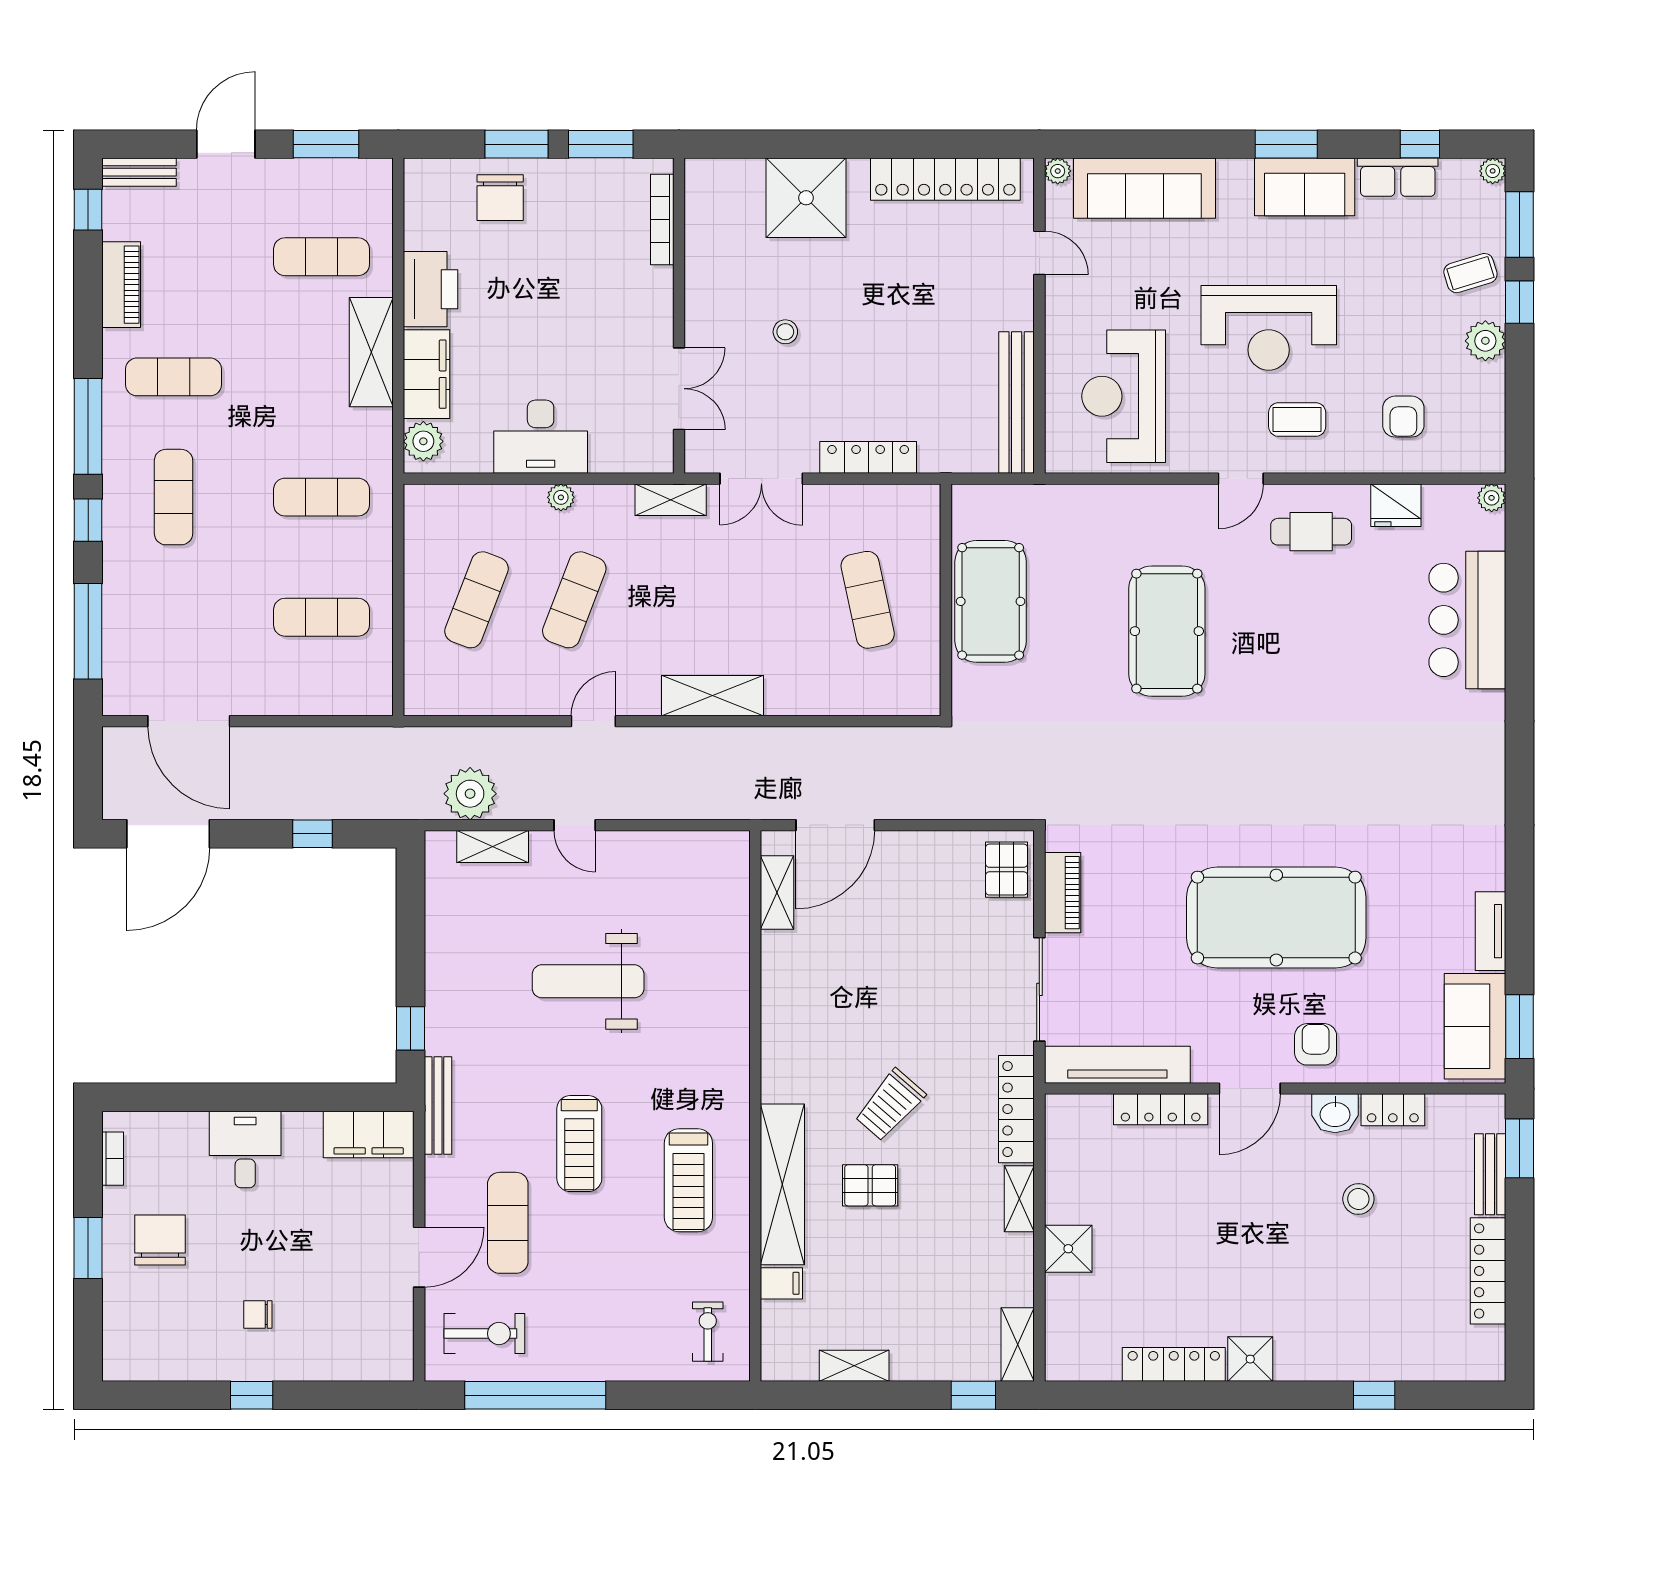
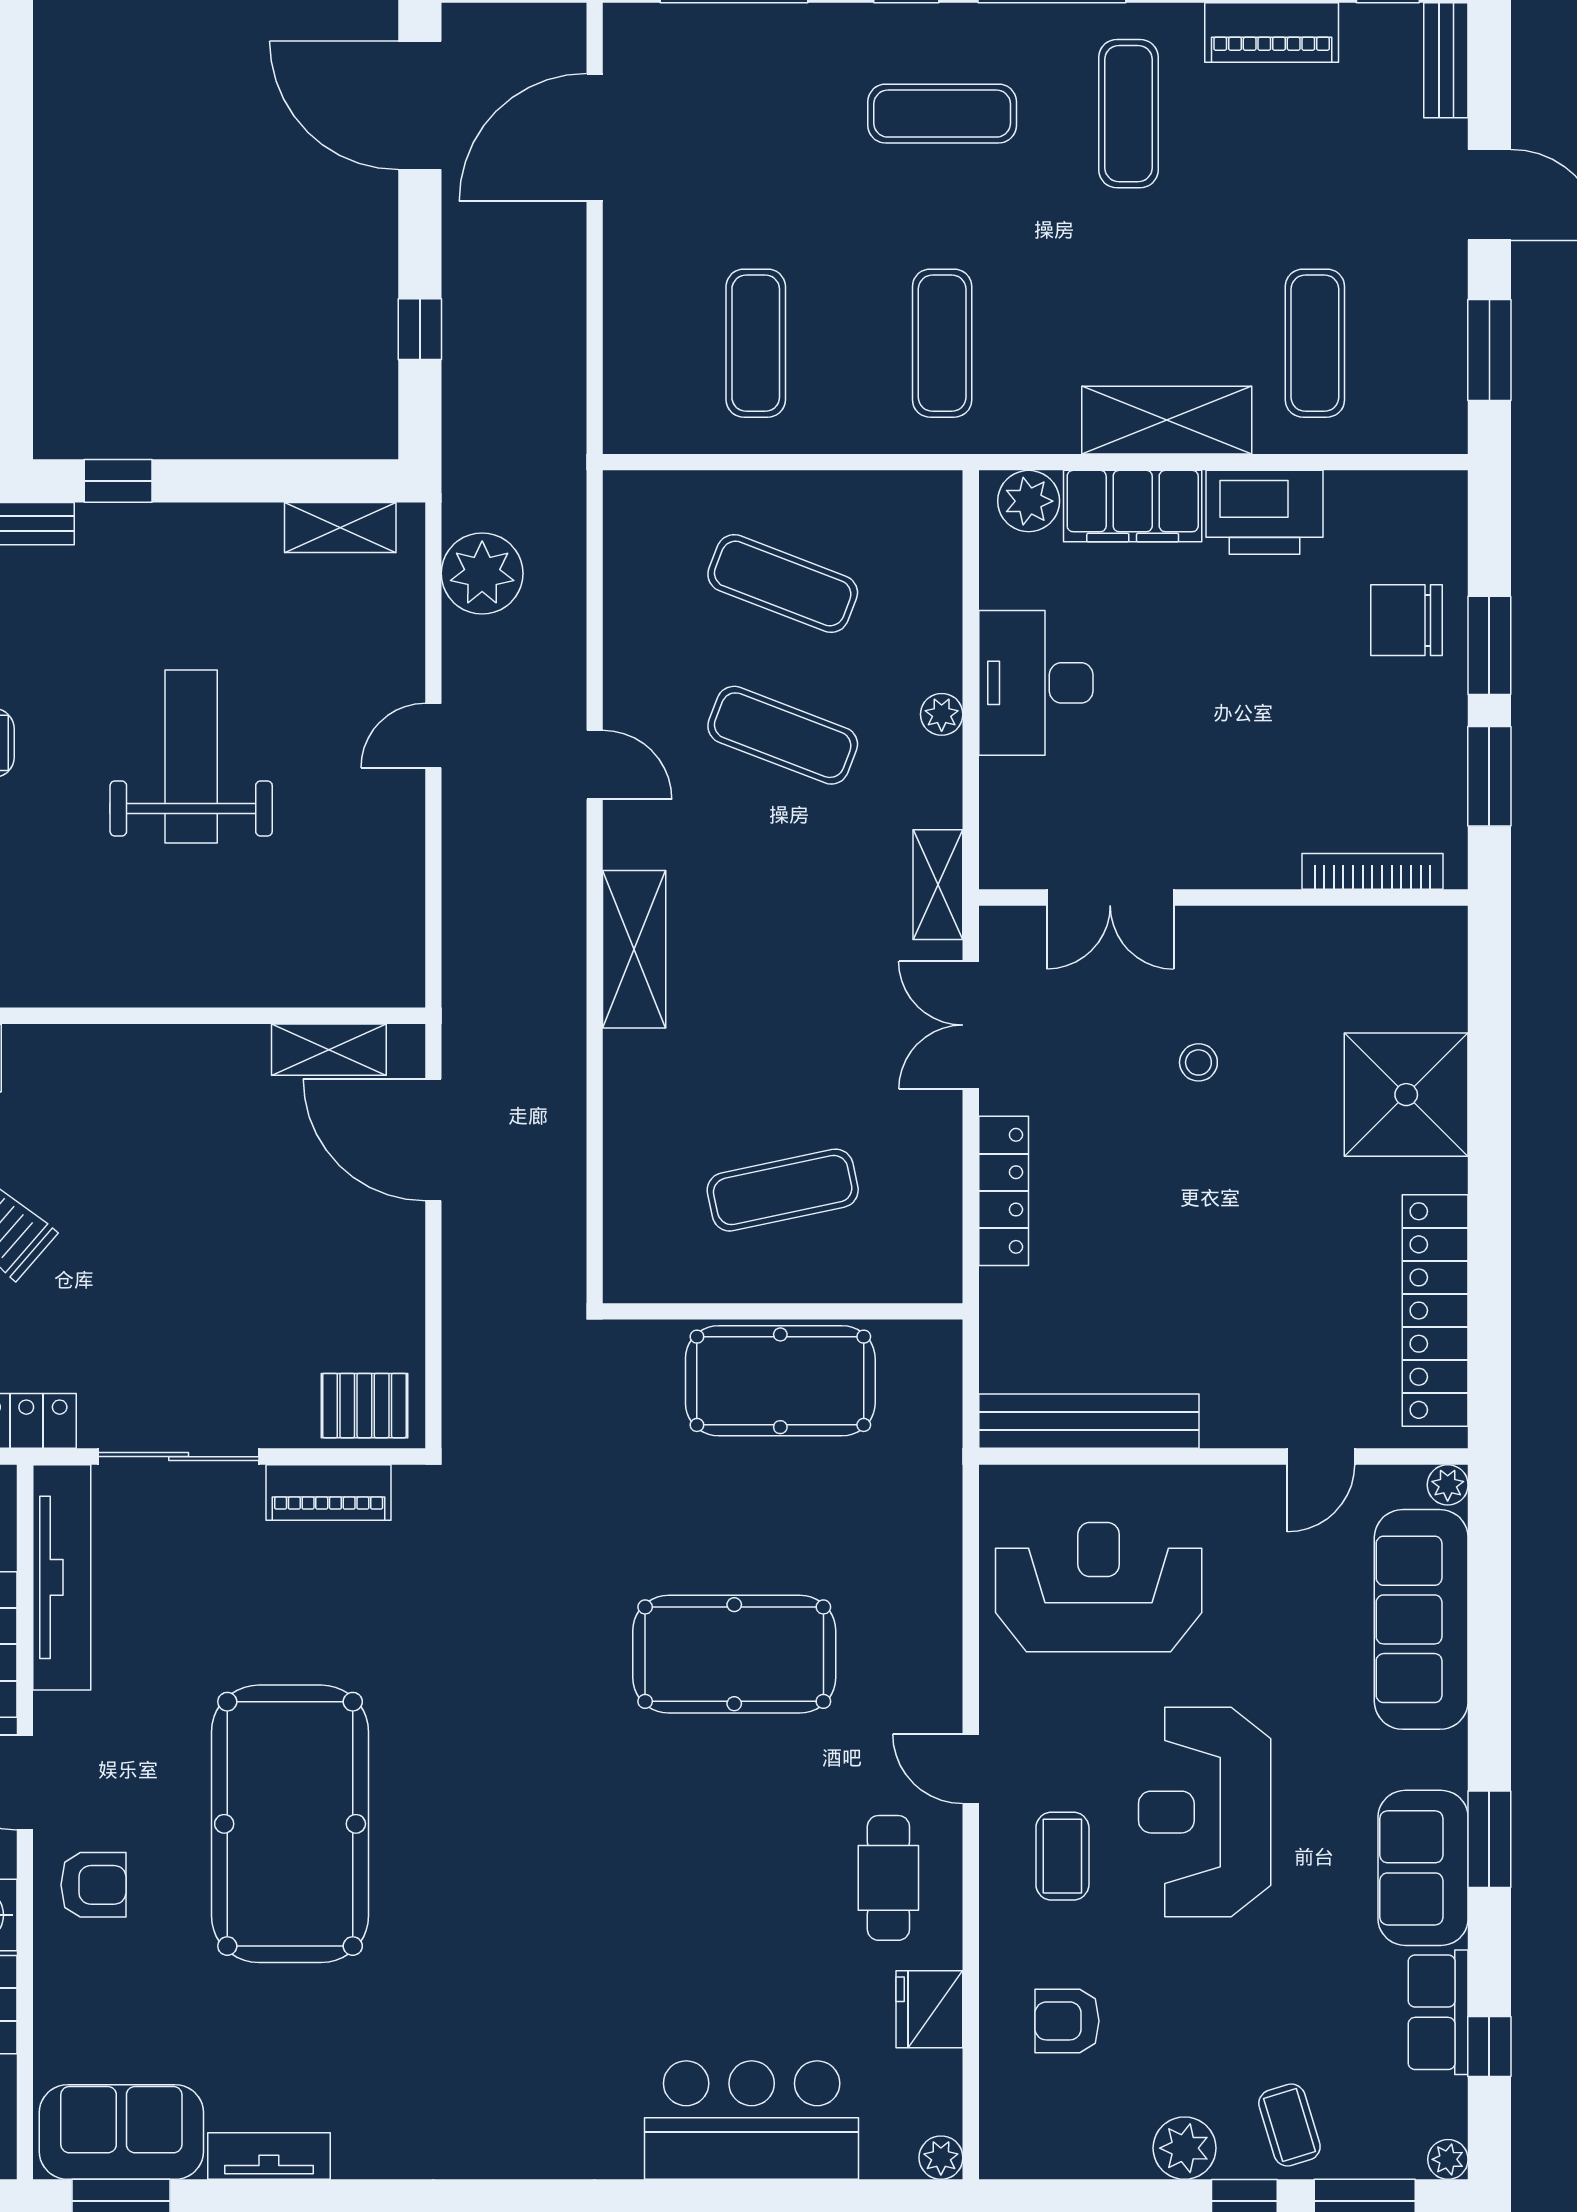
shelving: (493, 846) -> (340, 527), moved, turned 90

